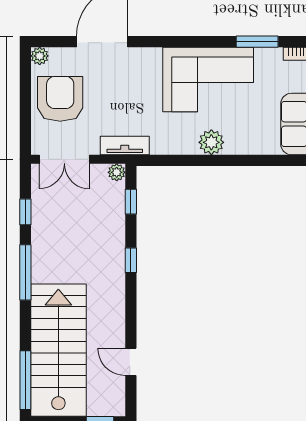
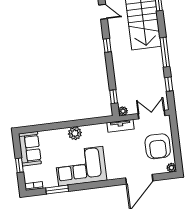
window: (131, 260) -> (107, 45), moved

